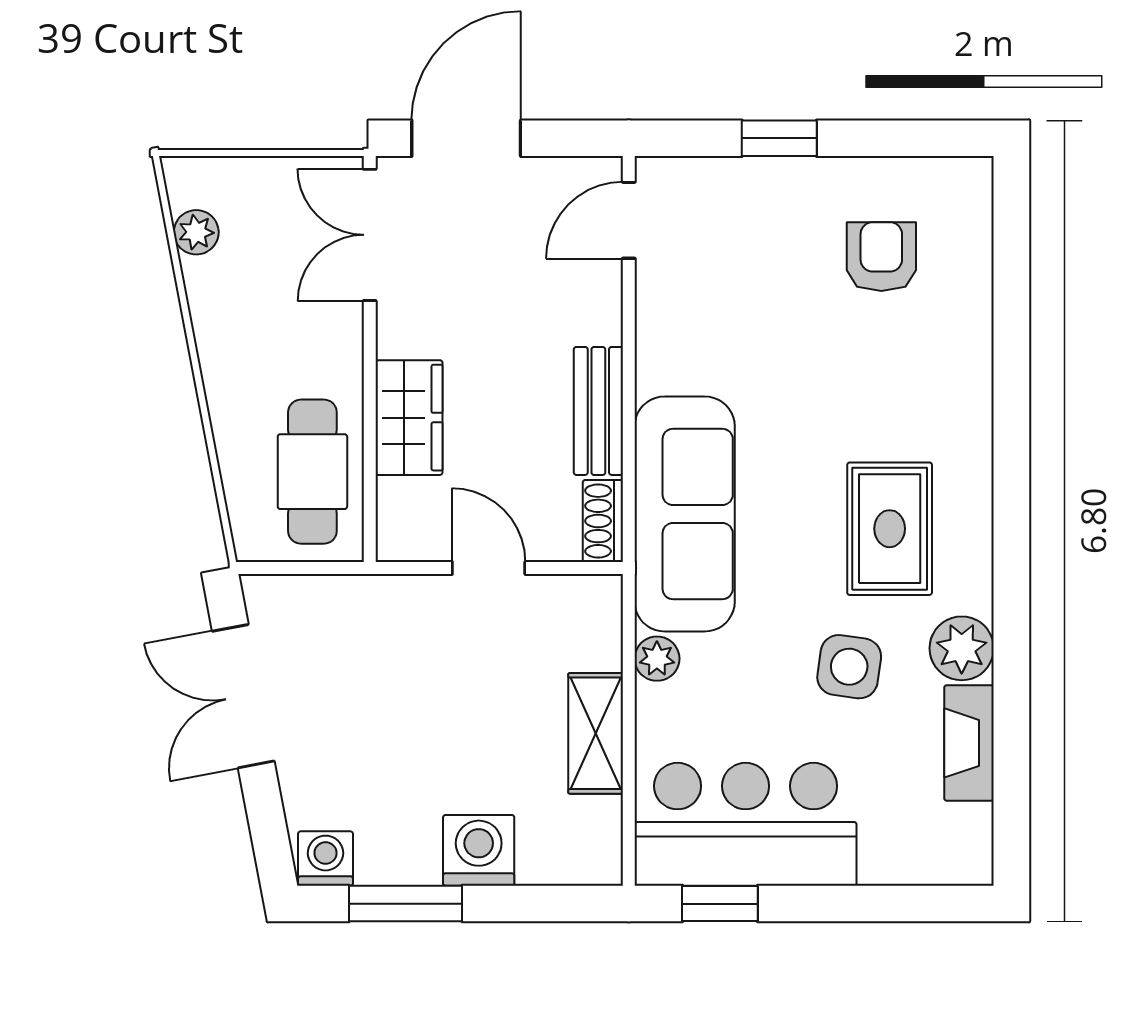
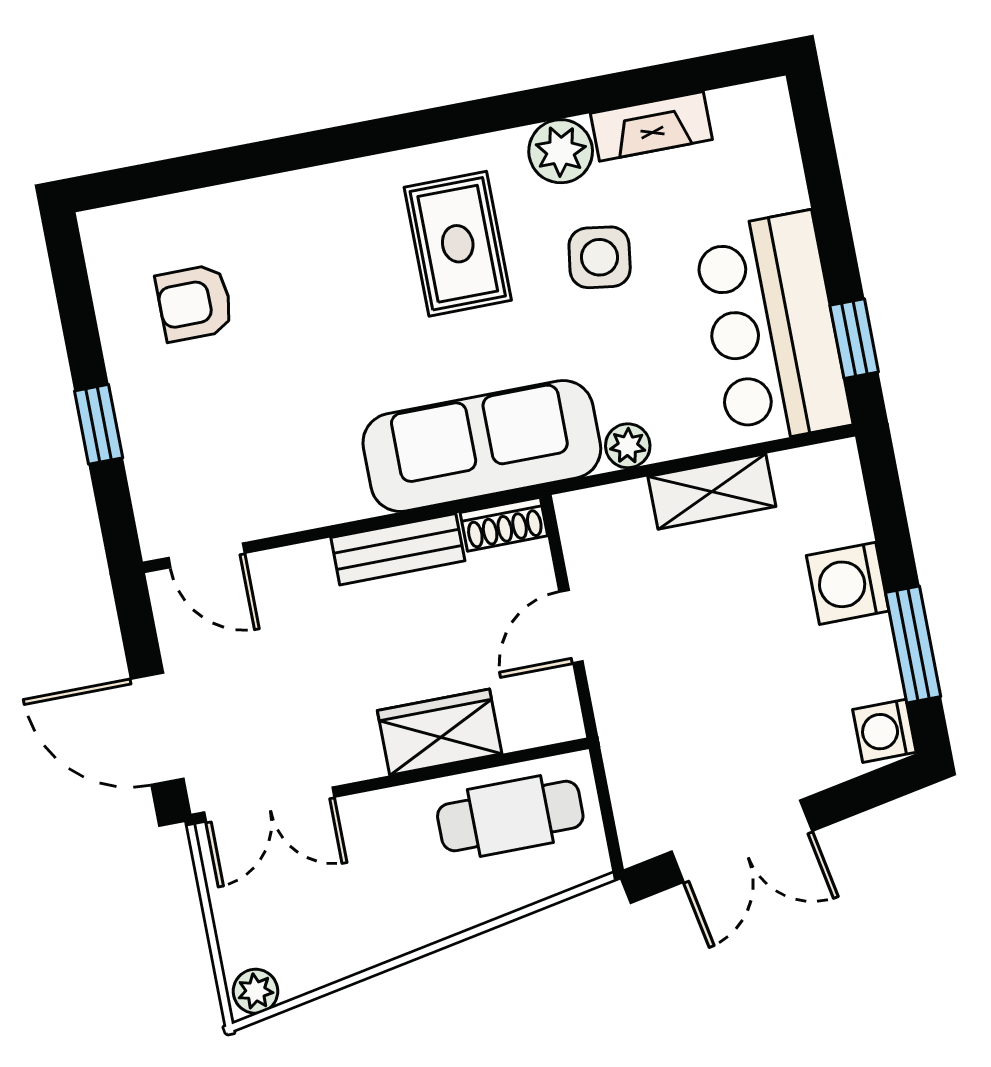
plant: (196, 232) -> (256, 991), moved
rug: (890, 529) -> (458, 244), turned 90

